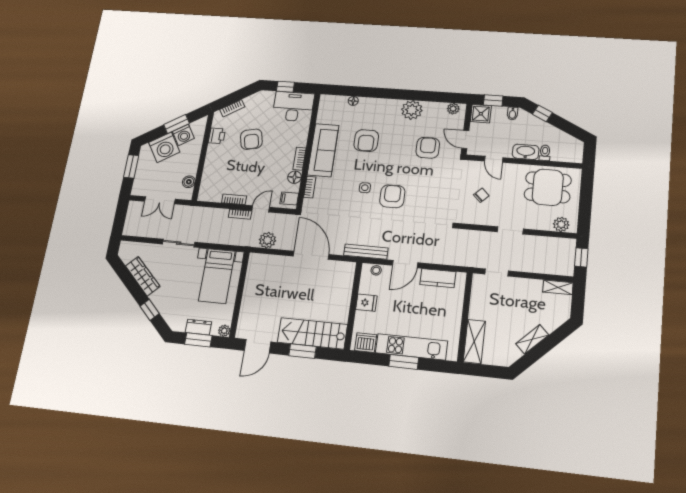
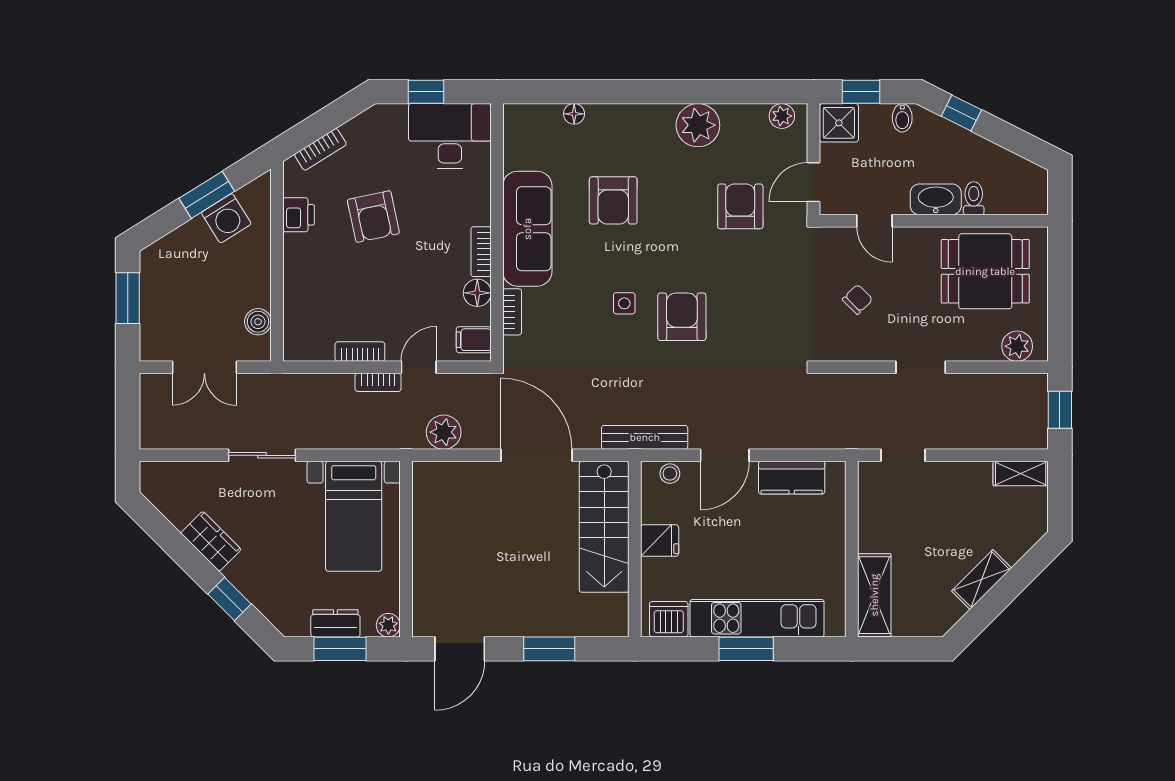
door: (465, 139) -> (814, 182), hinge flipped
washing machine: (164, 147) -> (190, 250), removed
wardrobe: (143, 276) -> (211, 541), width x0.67
stairs: (312, 333) -> (604, 527), moved, turned -90

